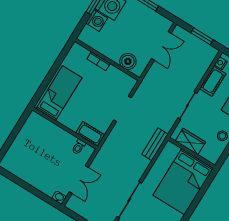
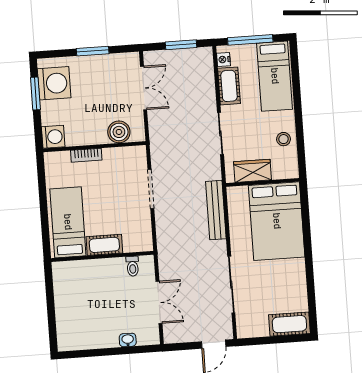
washing machine: (97, 21) -> (53, 137), moved
cot: (90, 134) -> (104, 245), moved
bench: (155, 144) -> (216, 210), width x1.36
washbasin: (59, 198) -> (128, 340), moved

